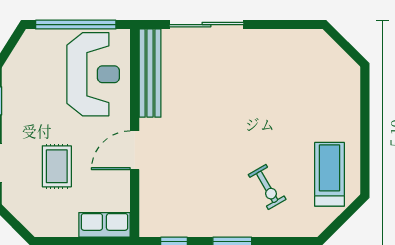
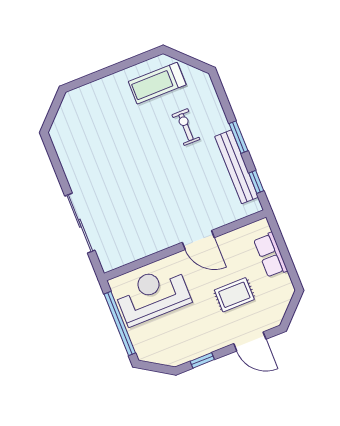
bench: (150, 73) -> (237, 167), moved, turned 90
exercise bike: (267, 187) -> (186, 127), turned -60
row of seats: (104, 225) -> (270, 255), moved

